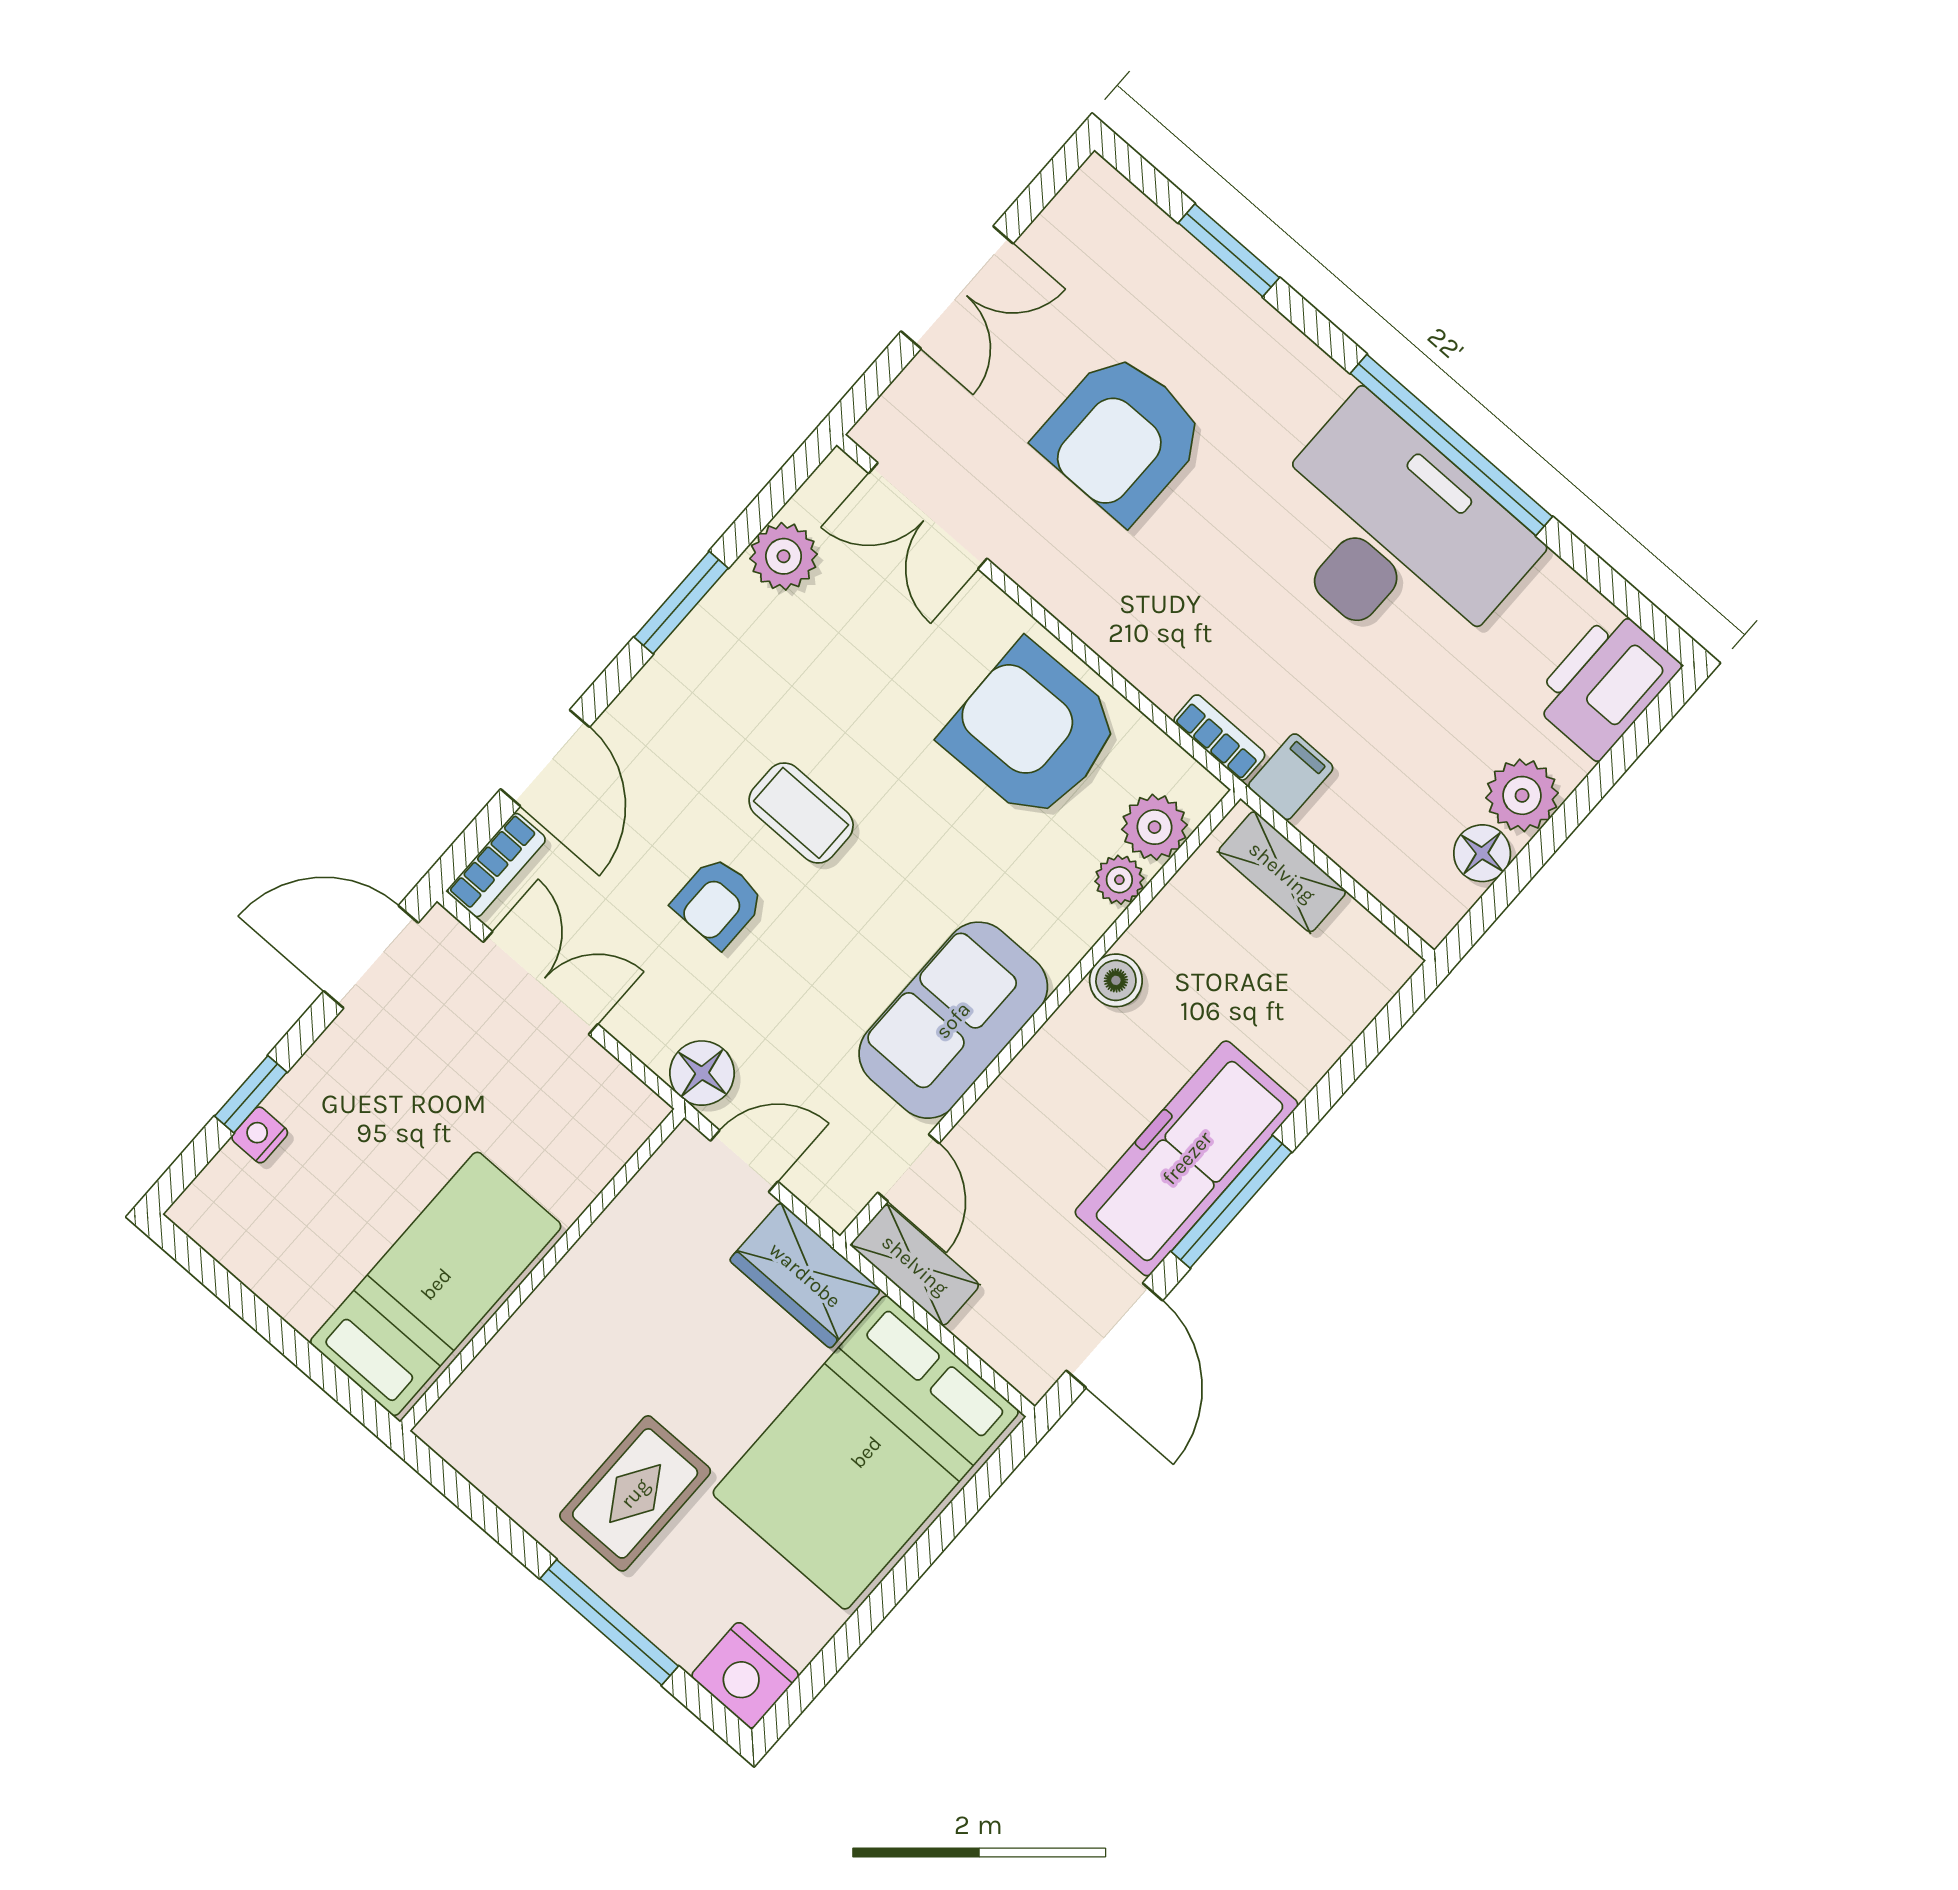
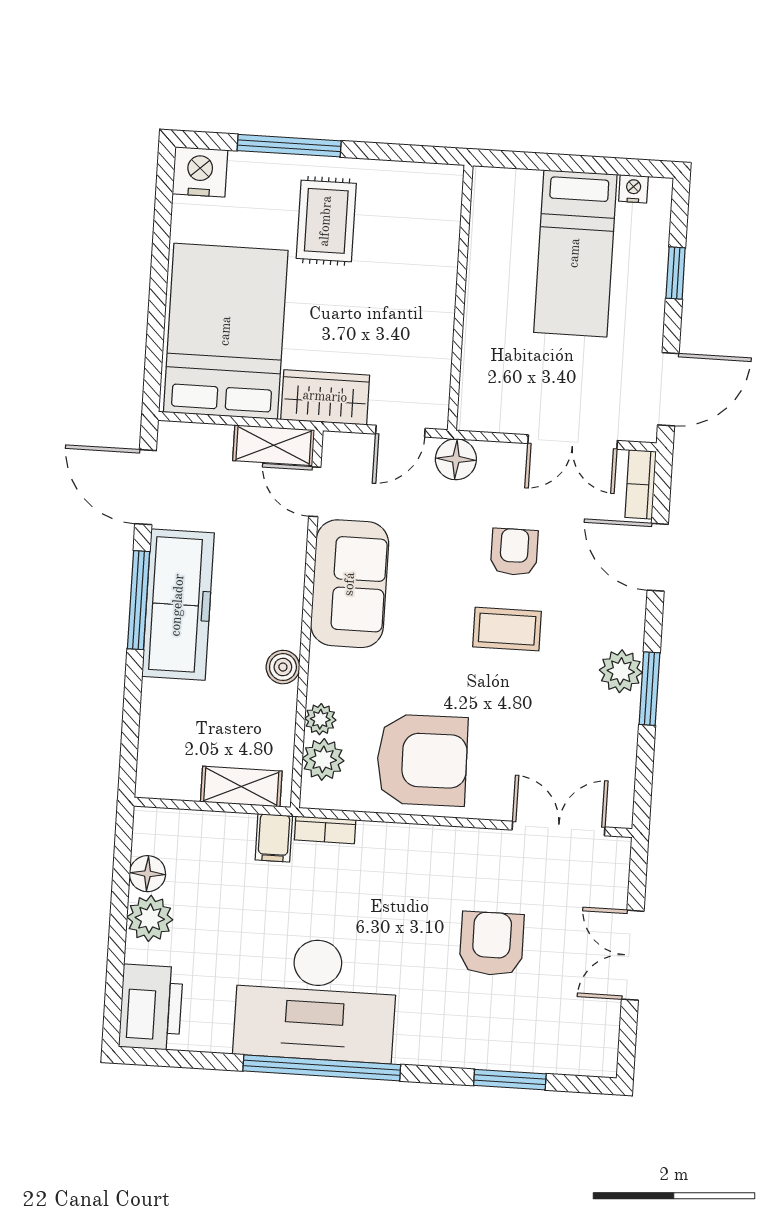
armchair: (1121, 437) -> (492, 944), width x0.73, depth x0.73
plant: (784, 556) -> (621, 671), moved
nightstand: (260, 1135) -> (633, 189), moved, turned -90
bed: (436, 1284) -> (575, 253), moved

